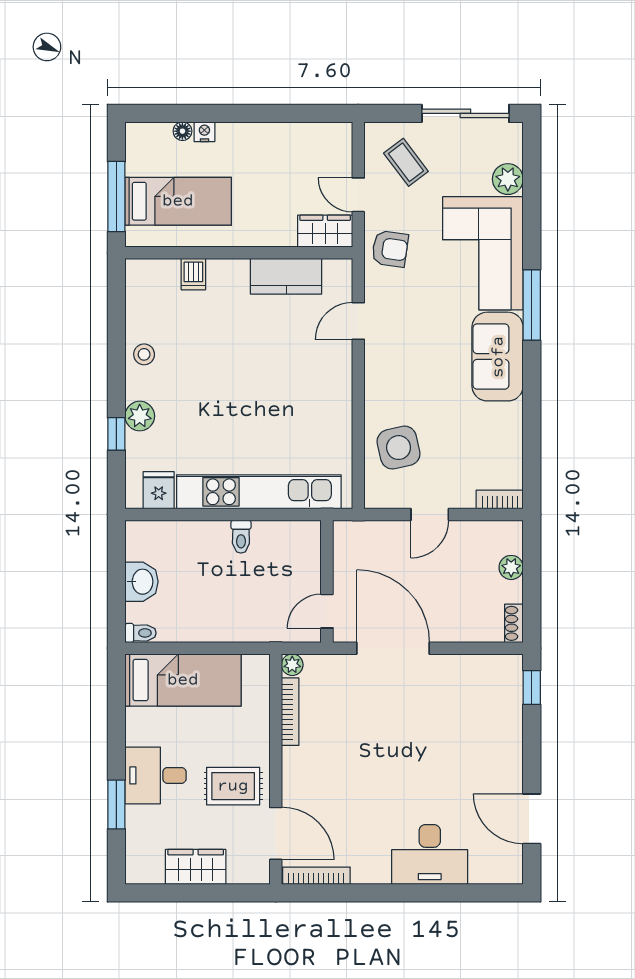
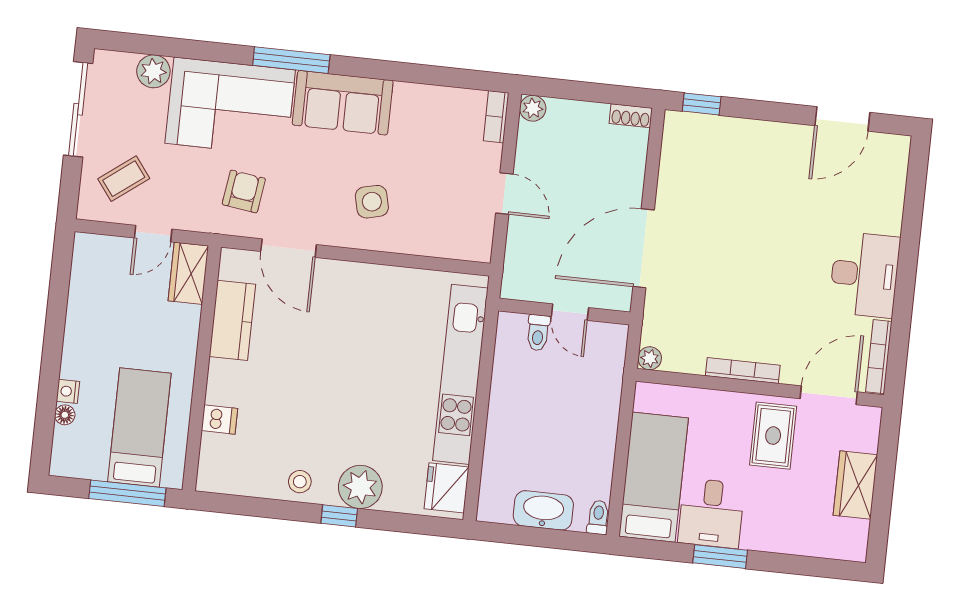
armchair: (390, 249) -> (244, 191), moved
door: (358, 321) -> (289, 248), width x1.38
plant: (140, 416) -> (360, 487), width x1.36, depth x1.36
window: (116, 434) -> (339, 516), moved
side table: (399, 448) -> (372, 202), moved, width x0.73, depth x0.73
fridge: (159, 490) -> (447, 488), width x1.38
toilet: (241, 537) -> (538, 333), moved, turned 90
plant: (511, 567) -> (533, 108), moved
washbasin: (142, 582) -> (543, 510), width x1.38
door: (327, 611) -> (570, 312), moved
bookcase: (290, 712) -> (743, 371), moved
desk: (156, 775) -> (711, 513), moved
window: (116, 805) -> (720, 557), moved
desk: (430, 854) -> (864, 275), moved

